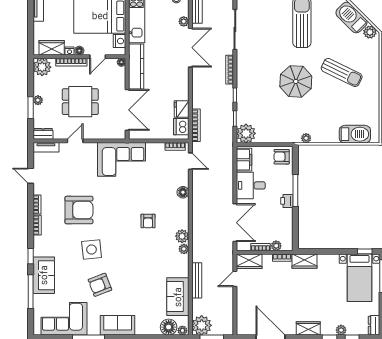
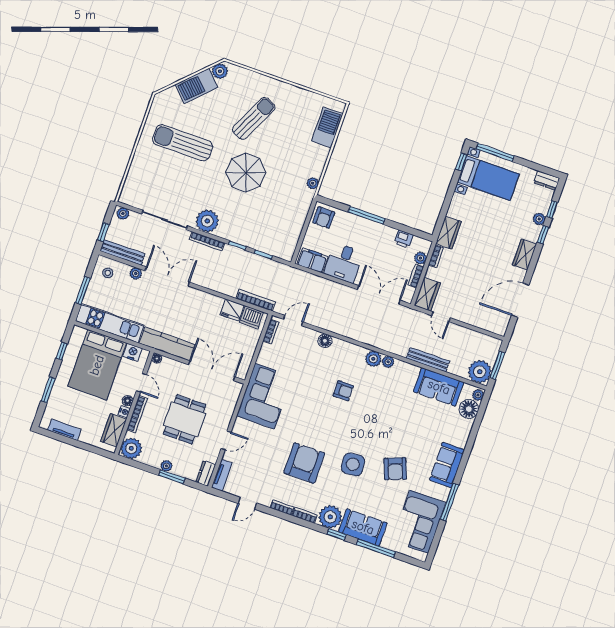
plant: (246, 133) -> (207, 221), moved
door: (75, 141) -> (226, 440), swing flipped
printer: (287, 201) -> (404, 239), moved
plant: (43, 246) -> (330, 517), added

